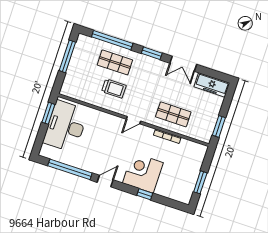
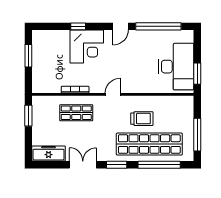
shop shelf: (115, 62) -> (149, 144), width x2.00, depth x1.36
trolley: (114, 88) -> (142, 119), turned 180

